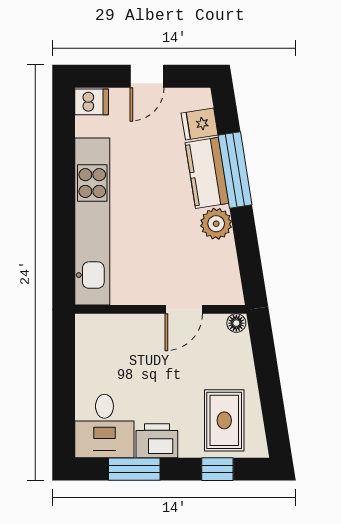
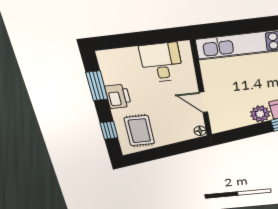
rug: (224, 420) -> (139, 131), turned 90
desk: (104, 426) -> (161, 63), moved, turned 90

